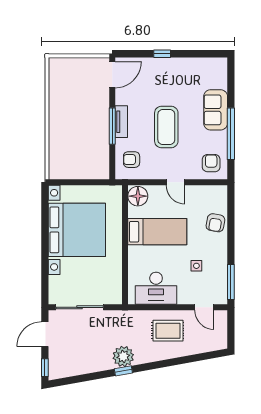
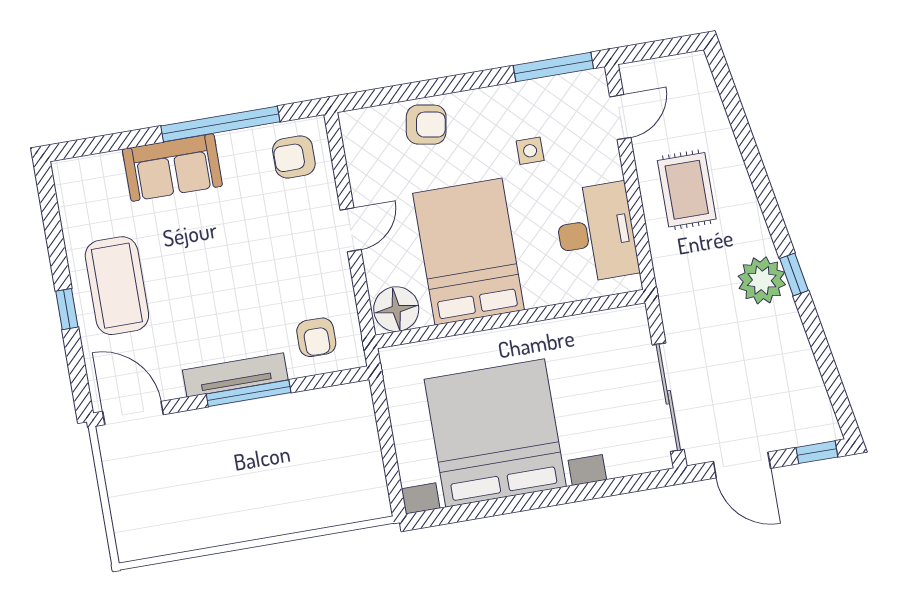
tv unit: (121, 122) -> (235, 375), width x1.41
coffee table: (166, 127) -> (117, 286), moved, turned 90
bed: (157, 232) -> (469, 252), width x1.50

